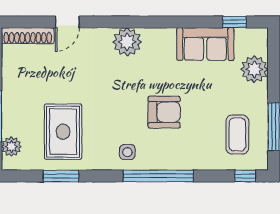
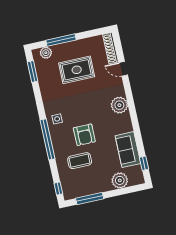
rug: (63, 132) -> (77, 70), moved
coffee table: (237, 134) -> (80, 161), moved
window: (61, 176) -> (33, 72), moved

